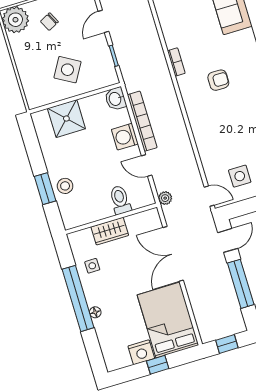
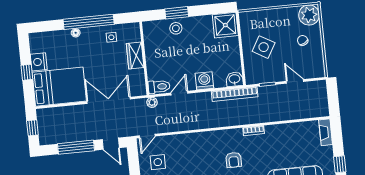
shower: (66, 118) -> (225, 25), moved
bookcase: (142, 121) -> (235, 94), moved
toilet: (120, 200) -> (159, 87), moved

